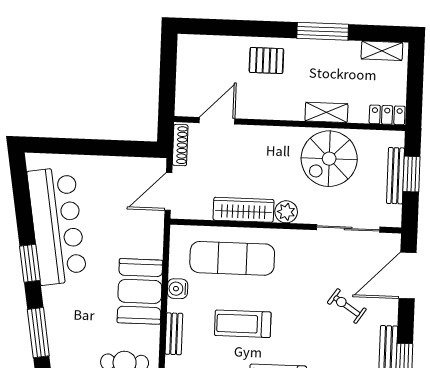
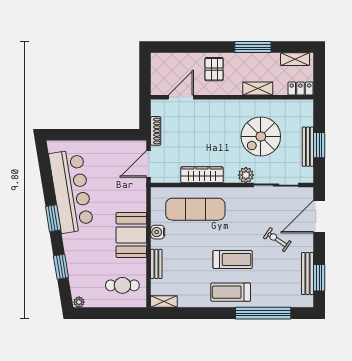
pallet: (266, 61) -> (214, 69), turned 90
shelving: (326, 112) -> (258, 88), moved
locker: (387, 115) -> (300, 89), moved
door: (217, 121) -> (181, 97), moved
wall: (290, 124) -> (232, 97), moved
plant: (286, 212) -> (246, 175), moved
treadmill: (243, 324) -> (233, 259), moved, turned 180
window: (38, 333) -> (61, 267), width x0.69

